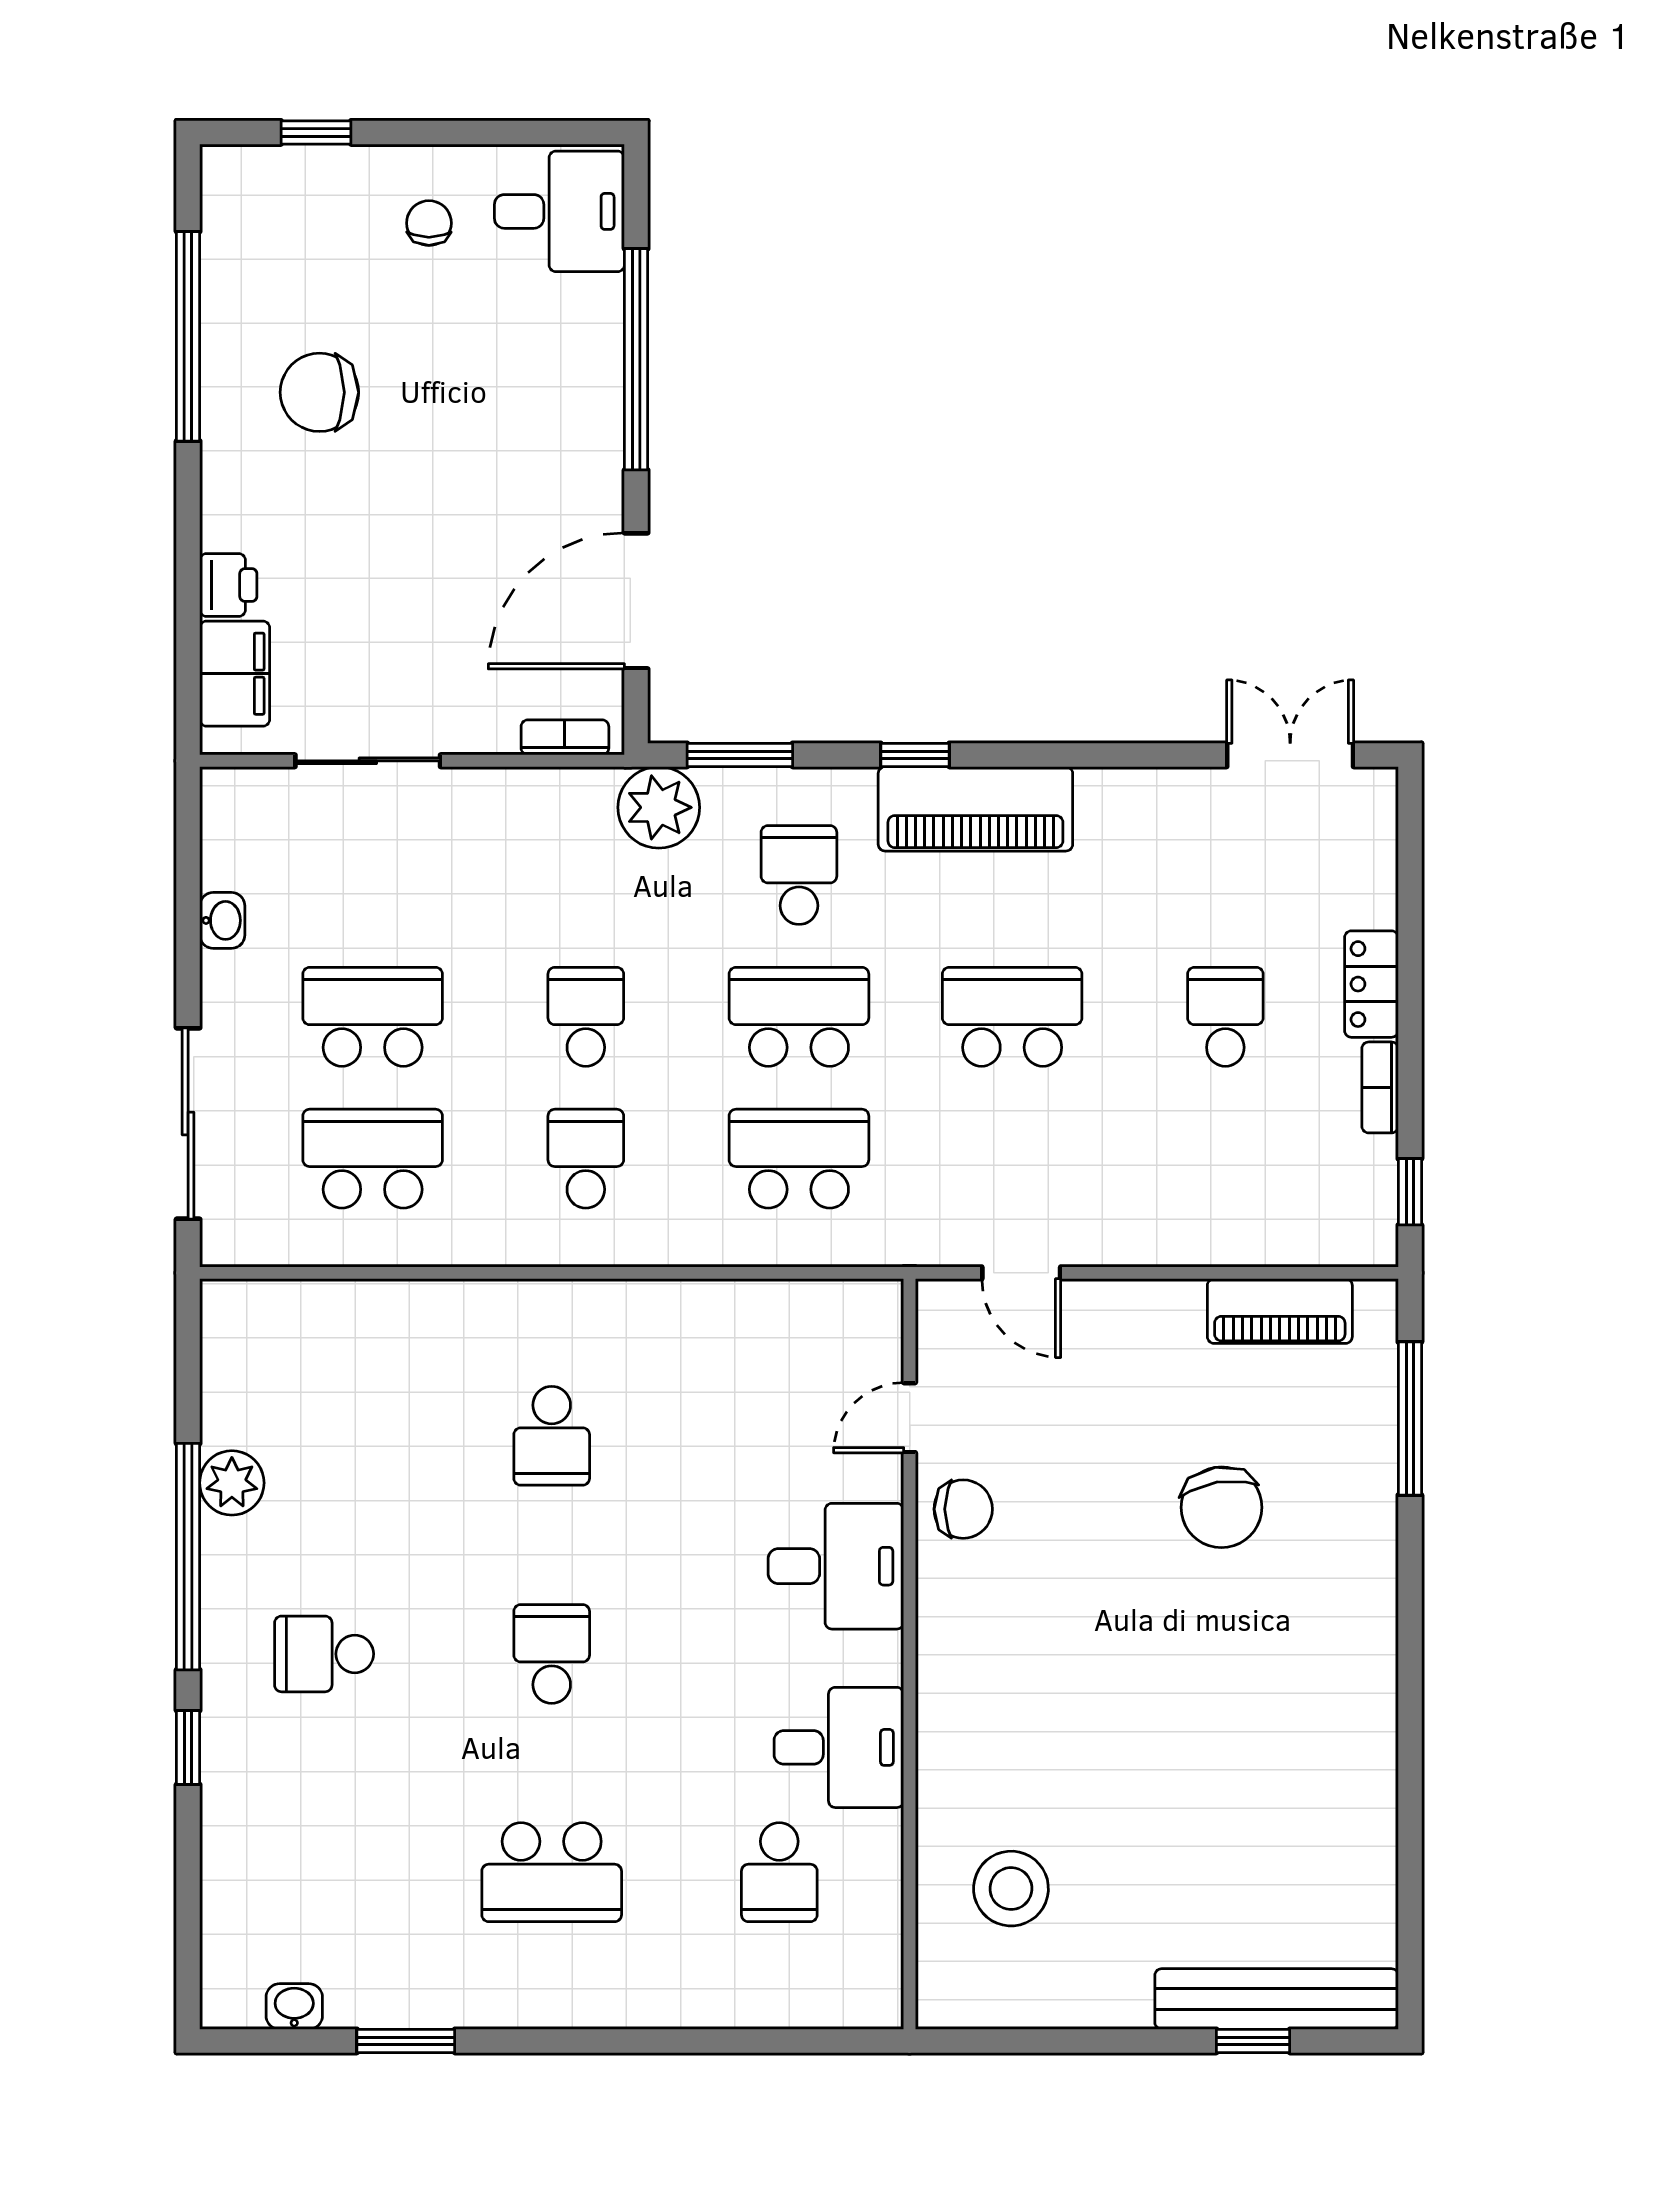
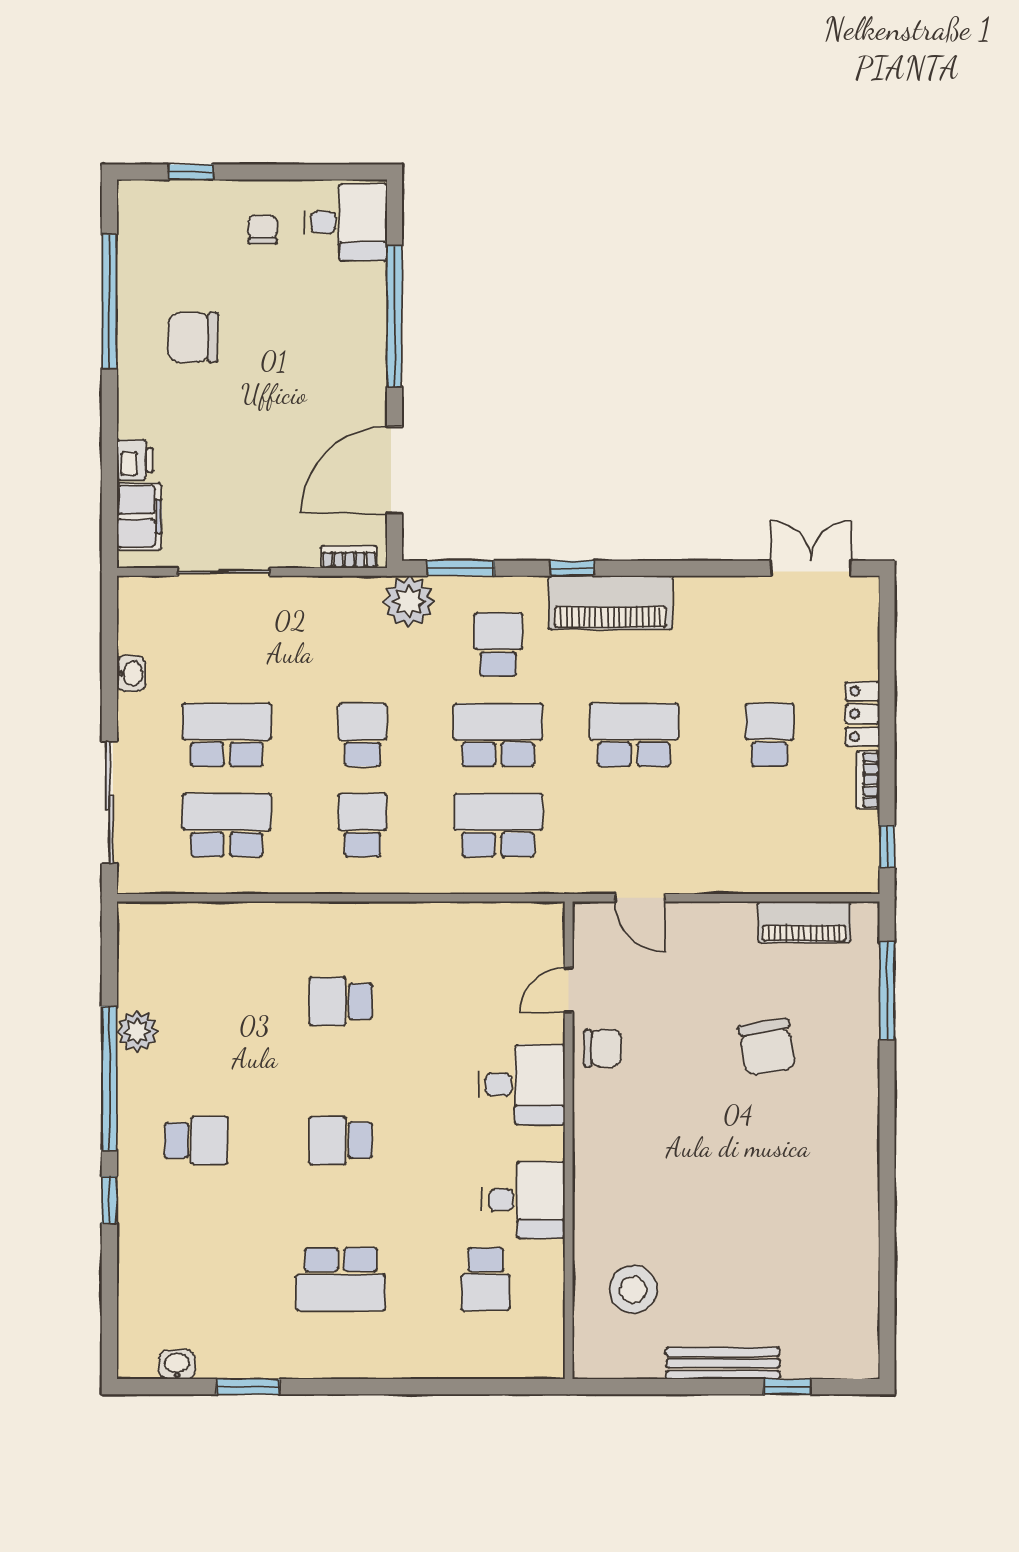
school desk: (552, 1436) -> (341, 1001), turned 90
school desk: (324, 1654) -> (196, 1140), turned 180
school desk: (552, 1654) -> (341, 1140), turned -90
bench: (1277, 1999) -> (723, 1363), moved, width x0.73, depth x0.82

